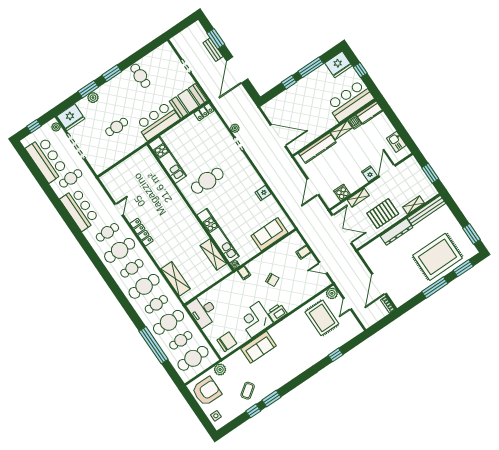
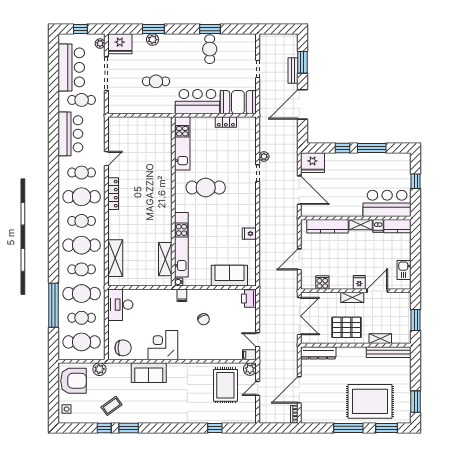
fridge: (338, 64) -> (312, 163), moved
window: (112, 73) -> (210, 29), moved
locker: (204, 112) -> (226, 122), moved
shelving: (358, 198) -> (352, 297), moved
dresser: (396, 232) -> (318, 353), moved
filing cabinet: (303, 252) -> (249, 355), moved
printer: (277, 313) -> (249, 299), moved, turned -90

